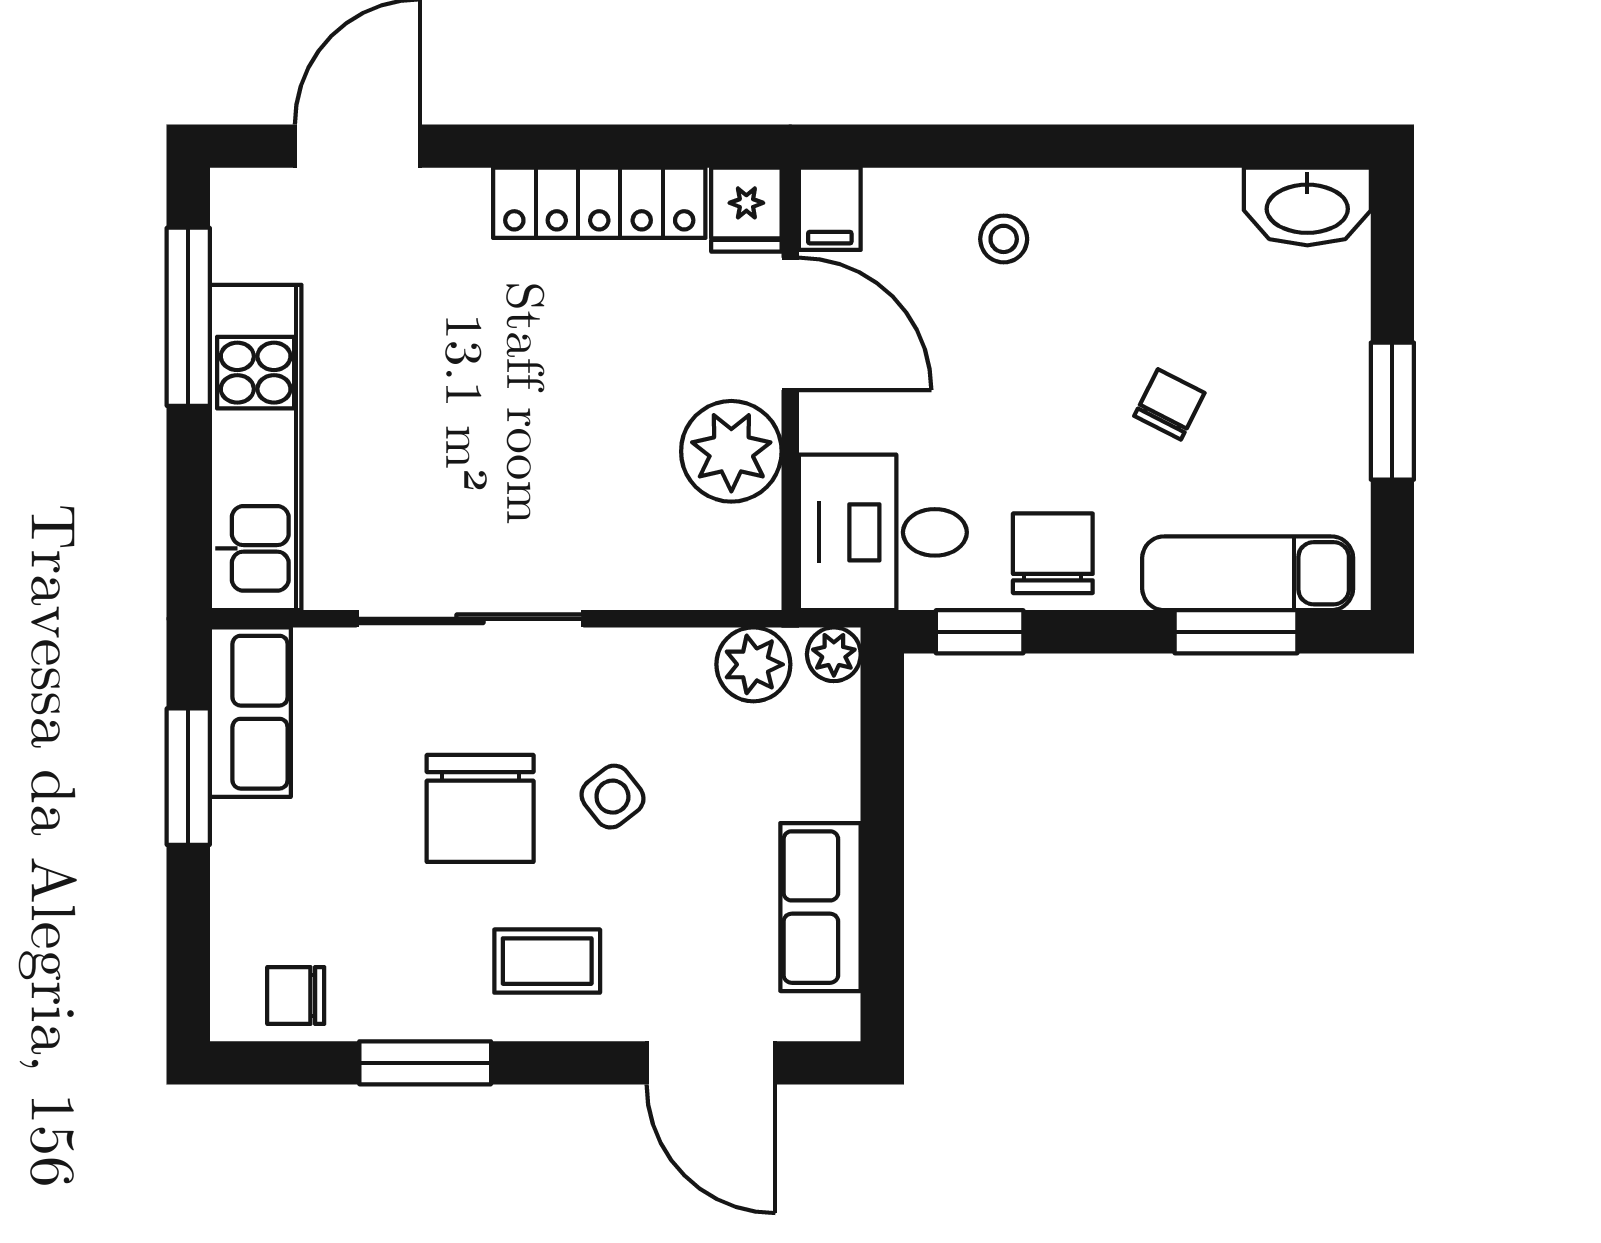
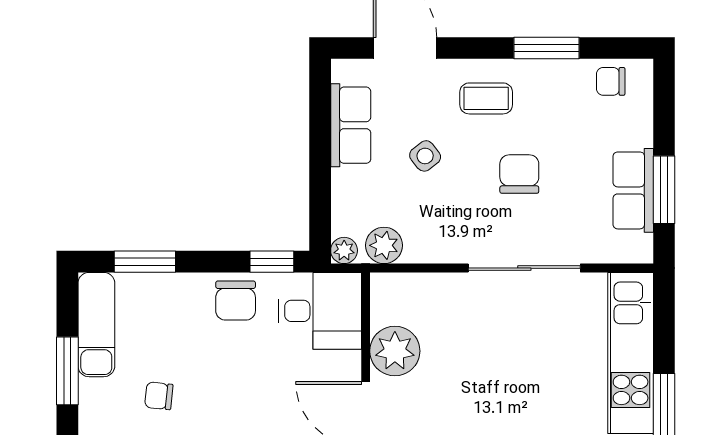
chair: (1169, 404) -> (159, 396), moved, turned 69
exam couch: (1248, 573) -> (96, 325), moved, turned -90
row of seats: (250, 712) -> (633, 190), moved
side table: (612, 797) -> (425, 156), moved
chair: (480, 808) -> (519, 174), width x0.73, depth x0.73
chair: (296, 995) -> (611, 81), turned 180

